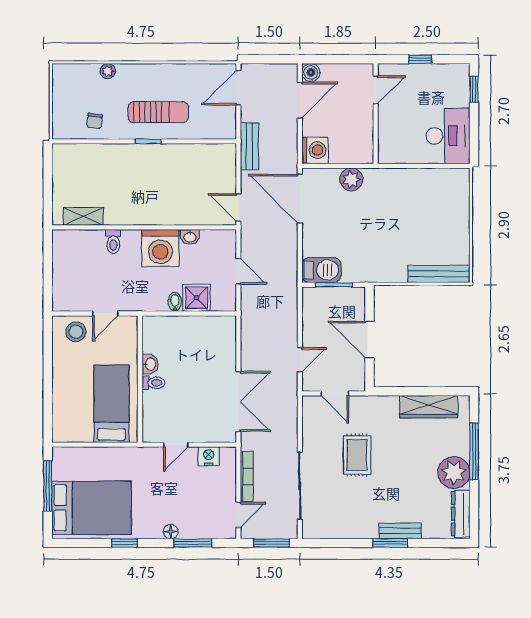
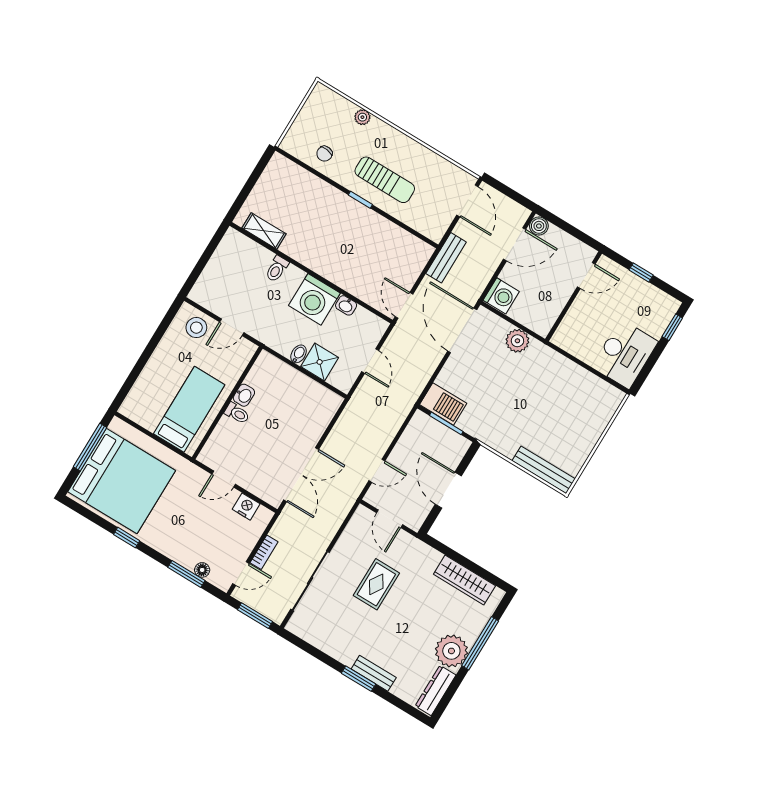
door: (238, 88) -> (467, 201), swing flipped
bookcase: (247, 476) -> (264, 552), width x0.64
bed: (92, 508) -> (122, 481), width x1.36
floor lamp: (171, 532) -> (202, 570), moved

